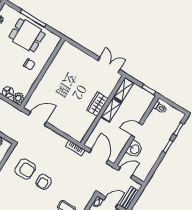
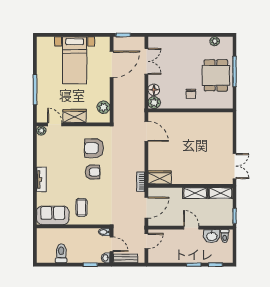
wardrobe: (97, 104) -> (160, 177), moved
washbasin: (134, 149) -> (212, 236), moved
armchair: (25, 169) -> (94, 148), turned 90
door: (125, 173) -> (146, 241), hinge flipped
armchair: (44, 182) -> (93, 172), turned 180

